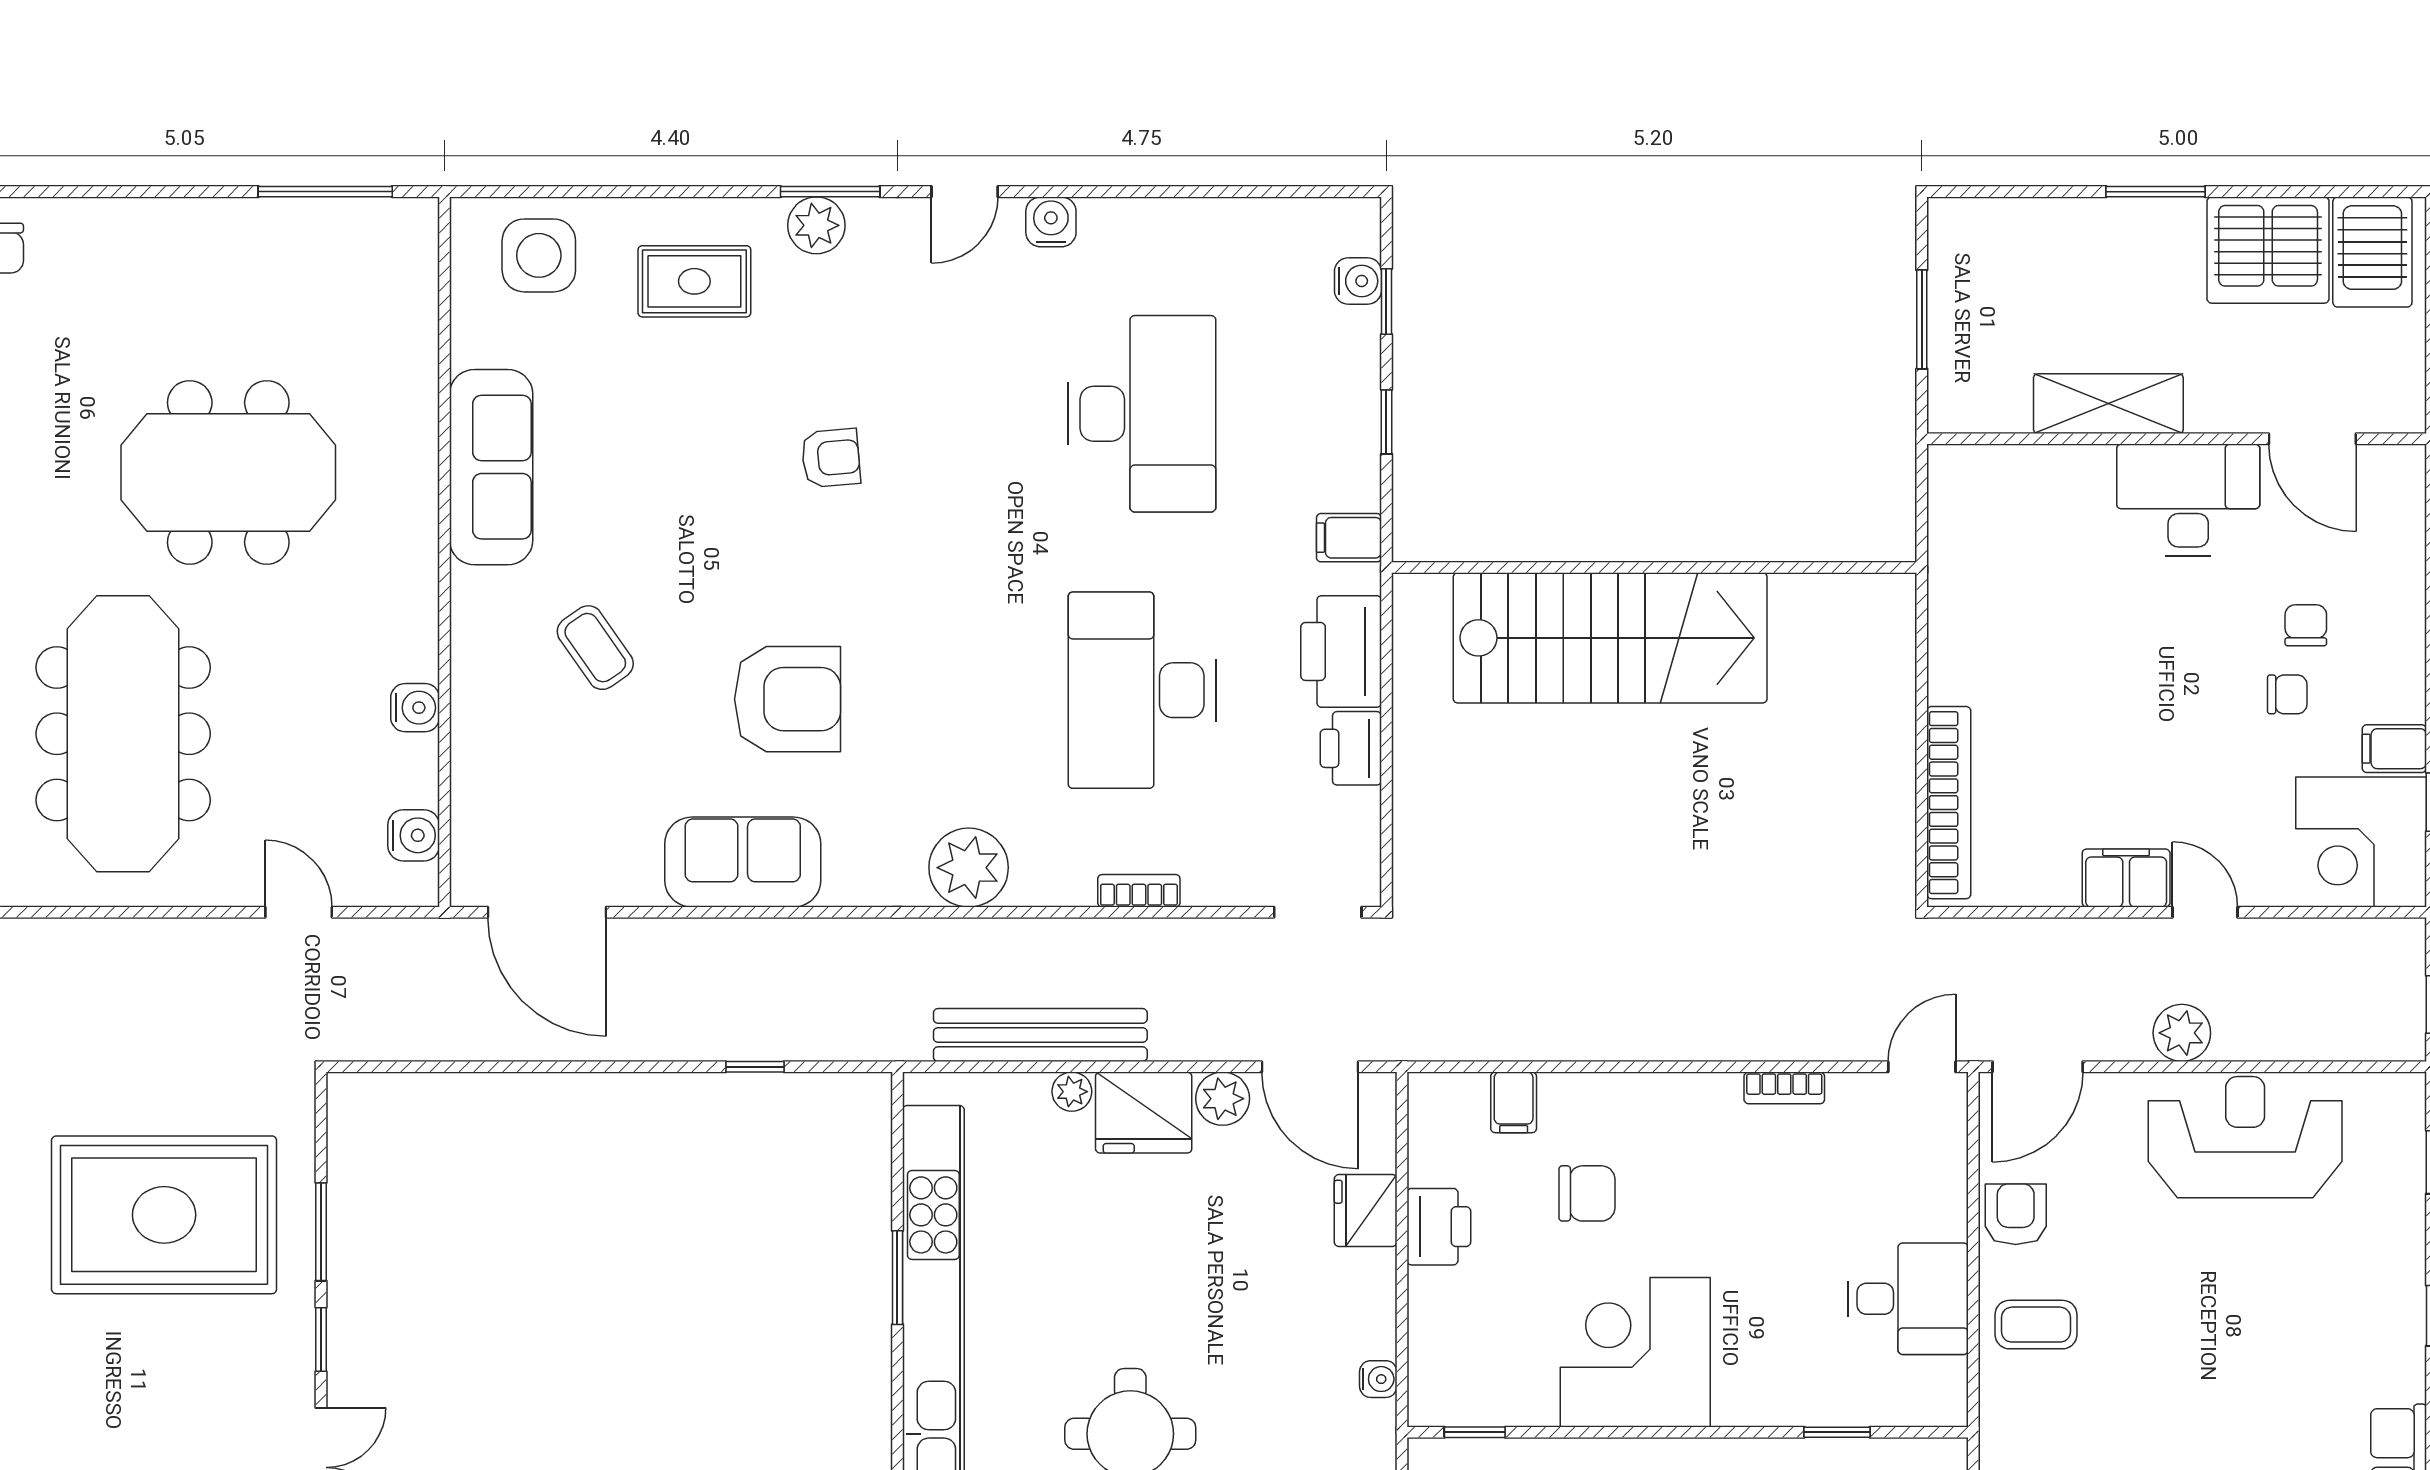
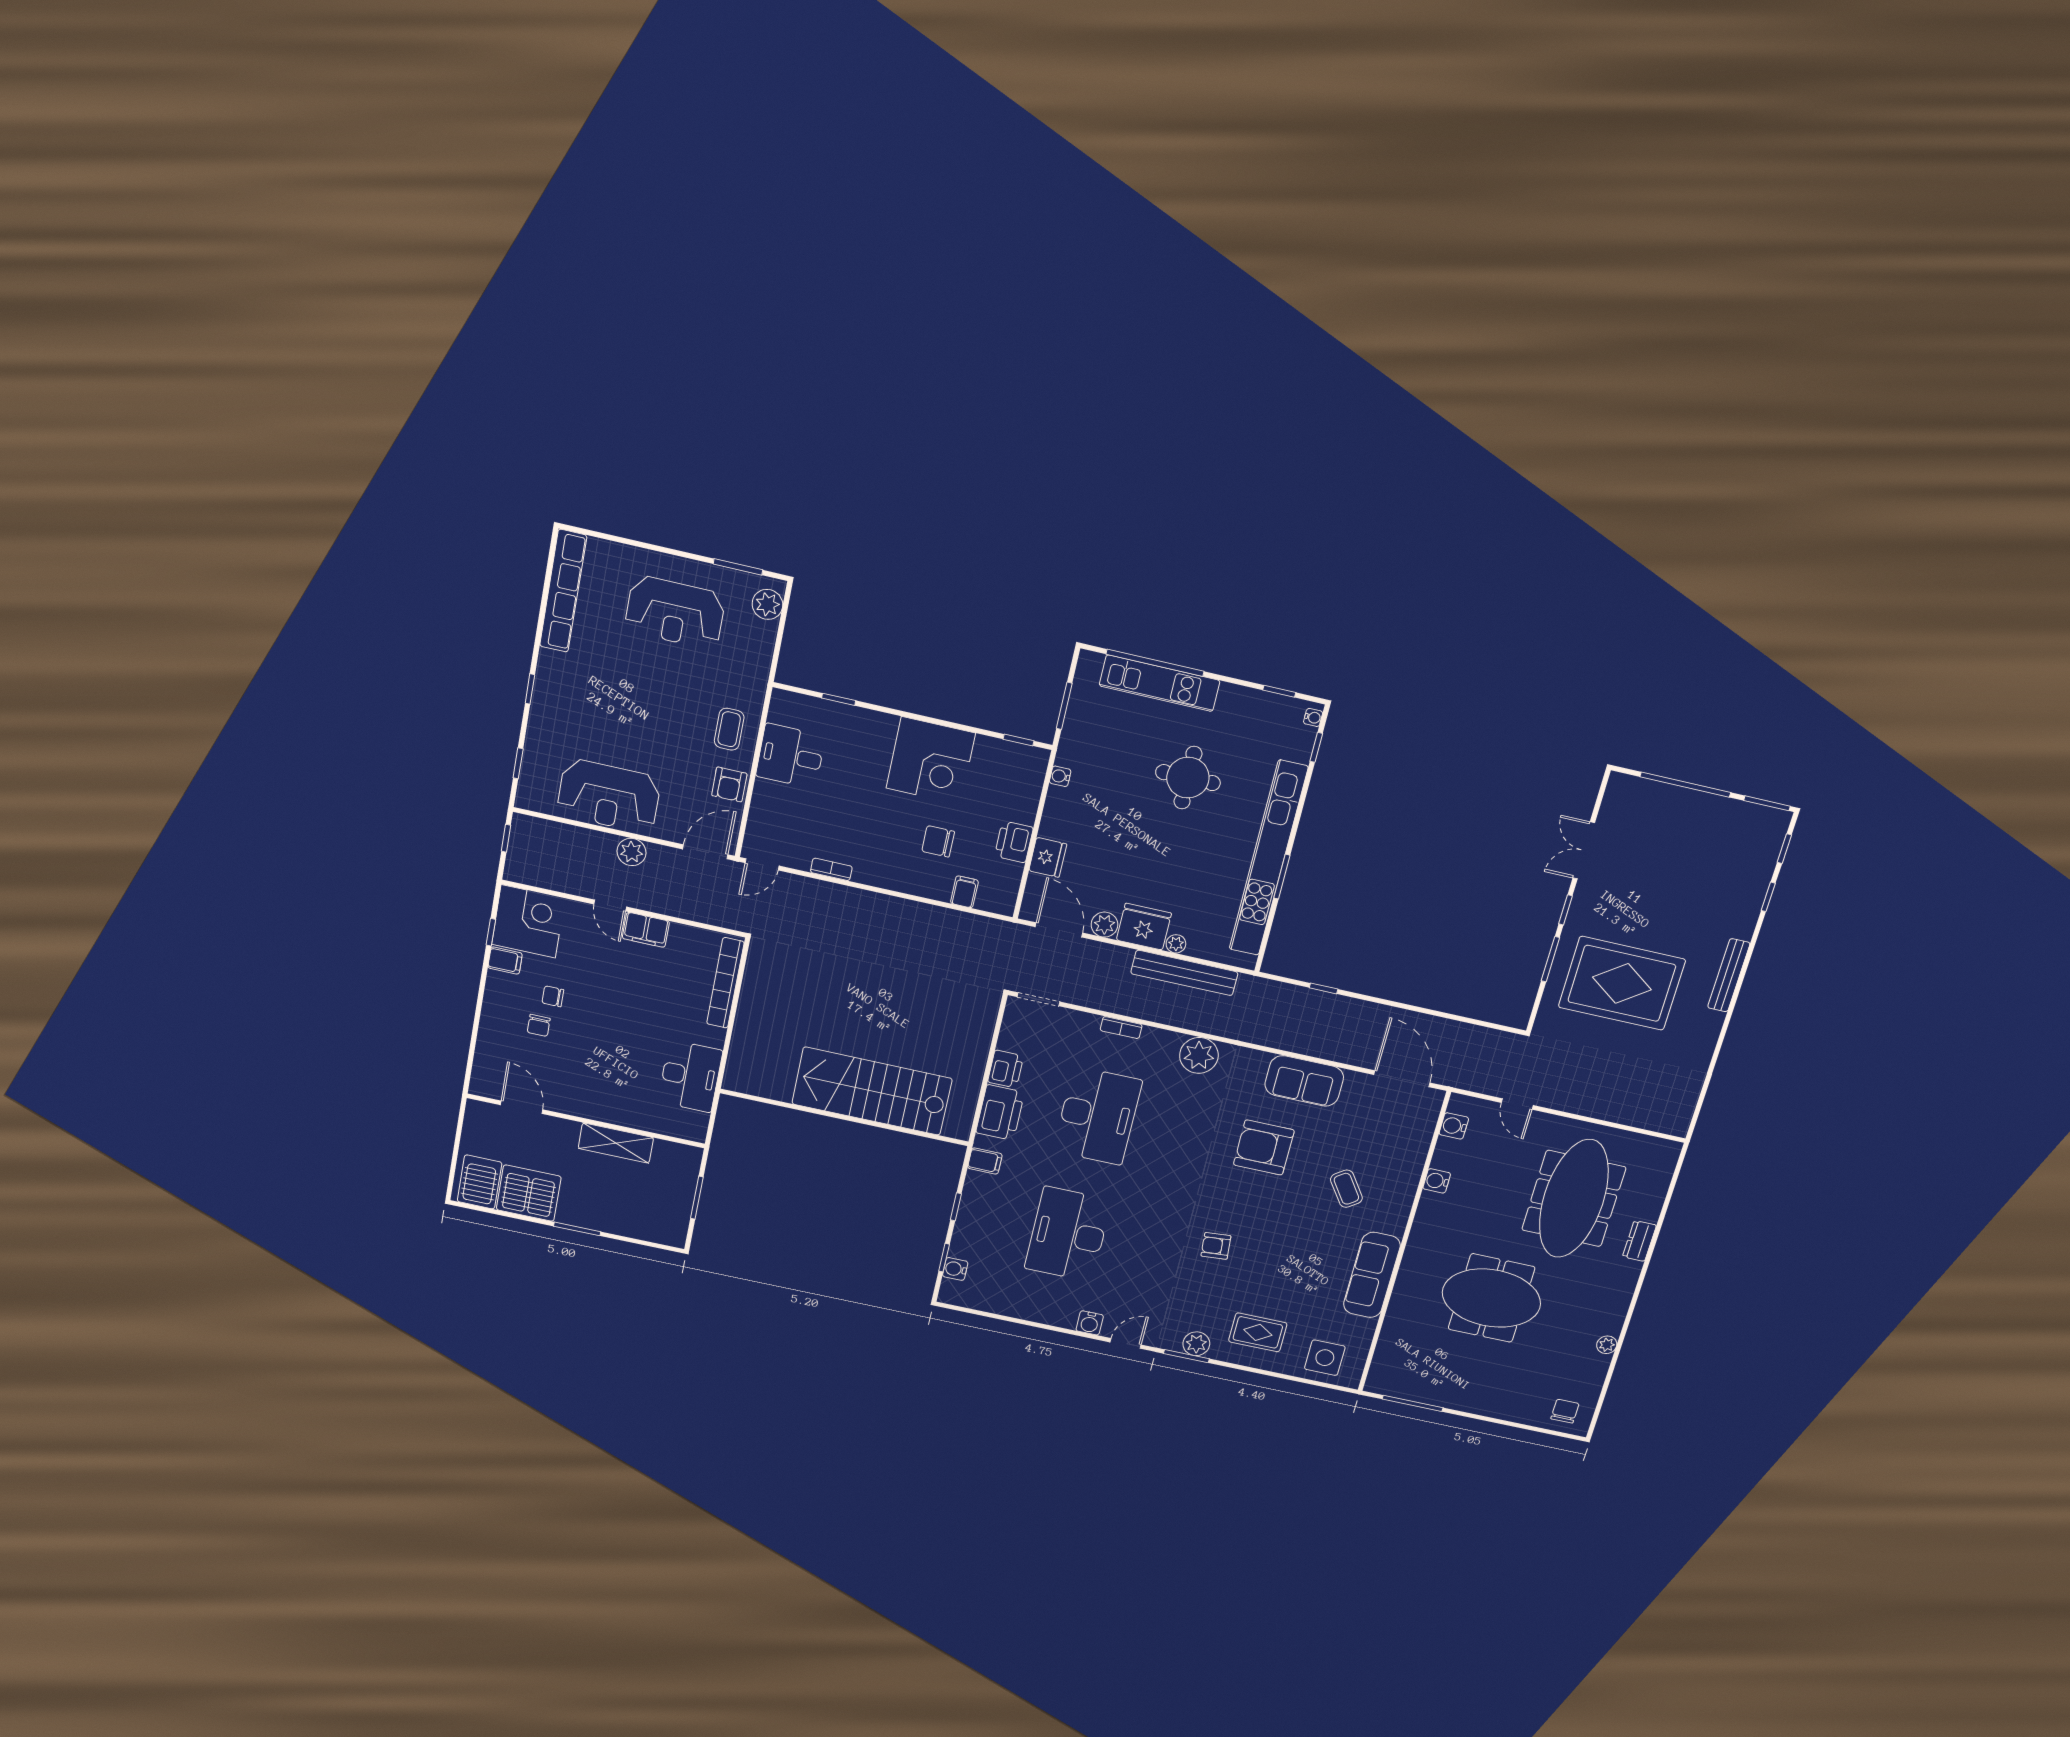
desk: (2188, 500) -> (690, 1076), moved, turned -90
coffee table: (2036, 1325) -> (729, 729), turned 90

